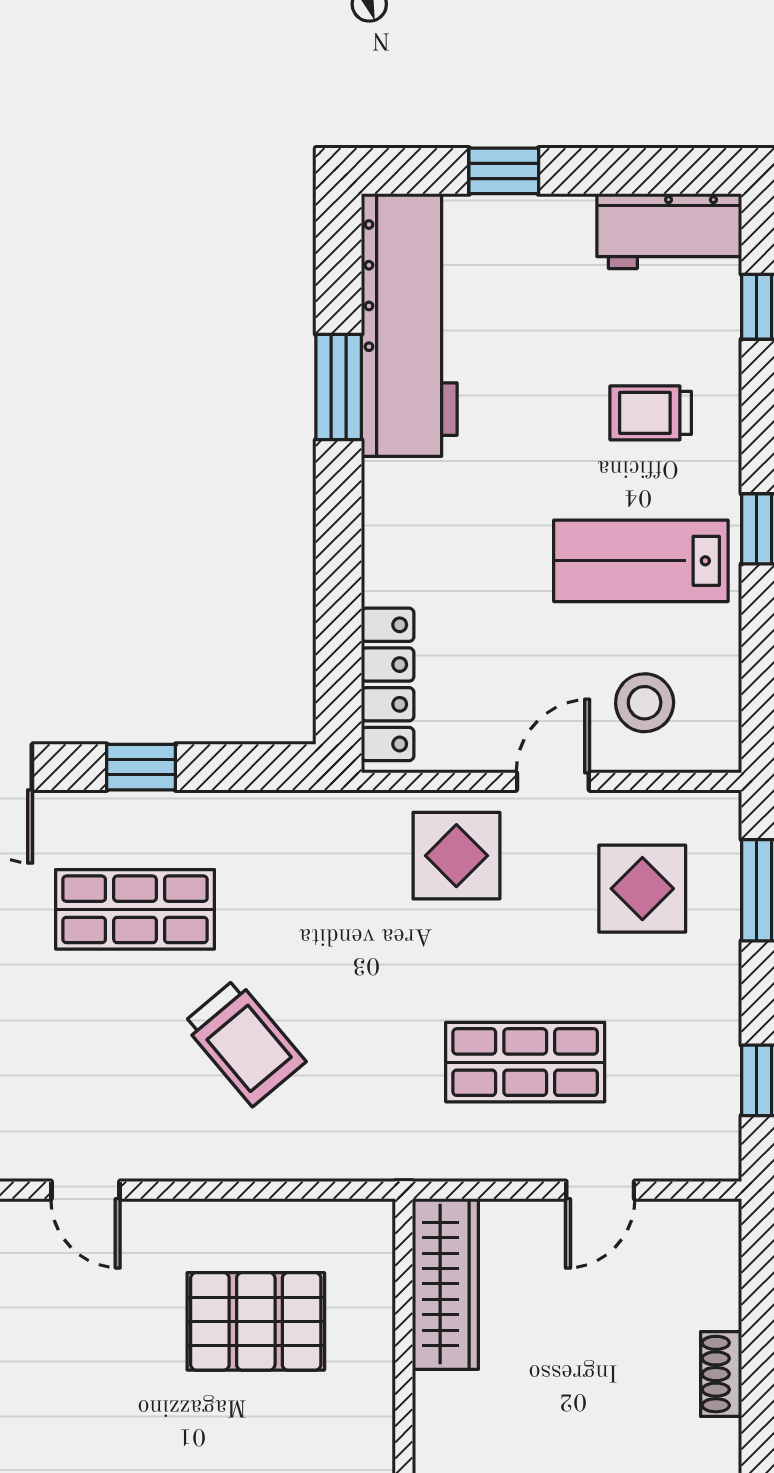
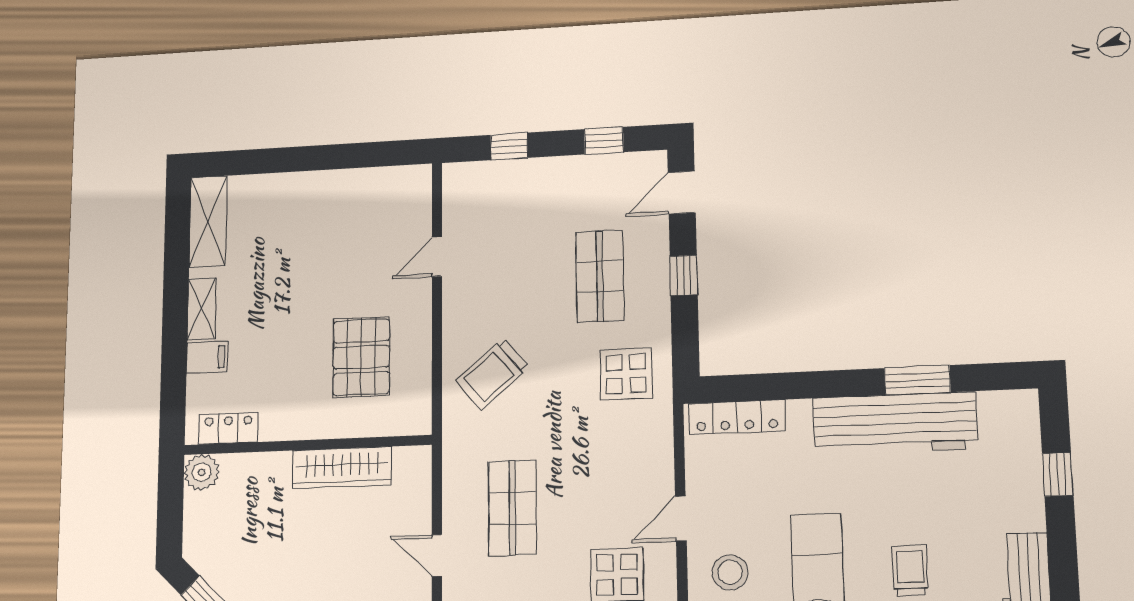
workbench: (409, 325) -> (895, 423), moved
door: (553, 781) -> (681, 518), swing flipped
display table: (456, 856) -> (626, 374), moved
trolley: (244, 1042) -> (492, 374), moved
wardrobe: (445, 1284) -> (342, 468), moved

